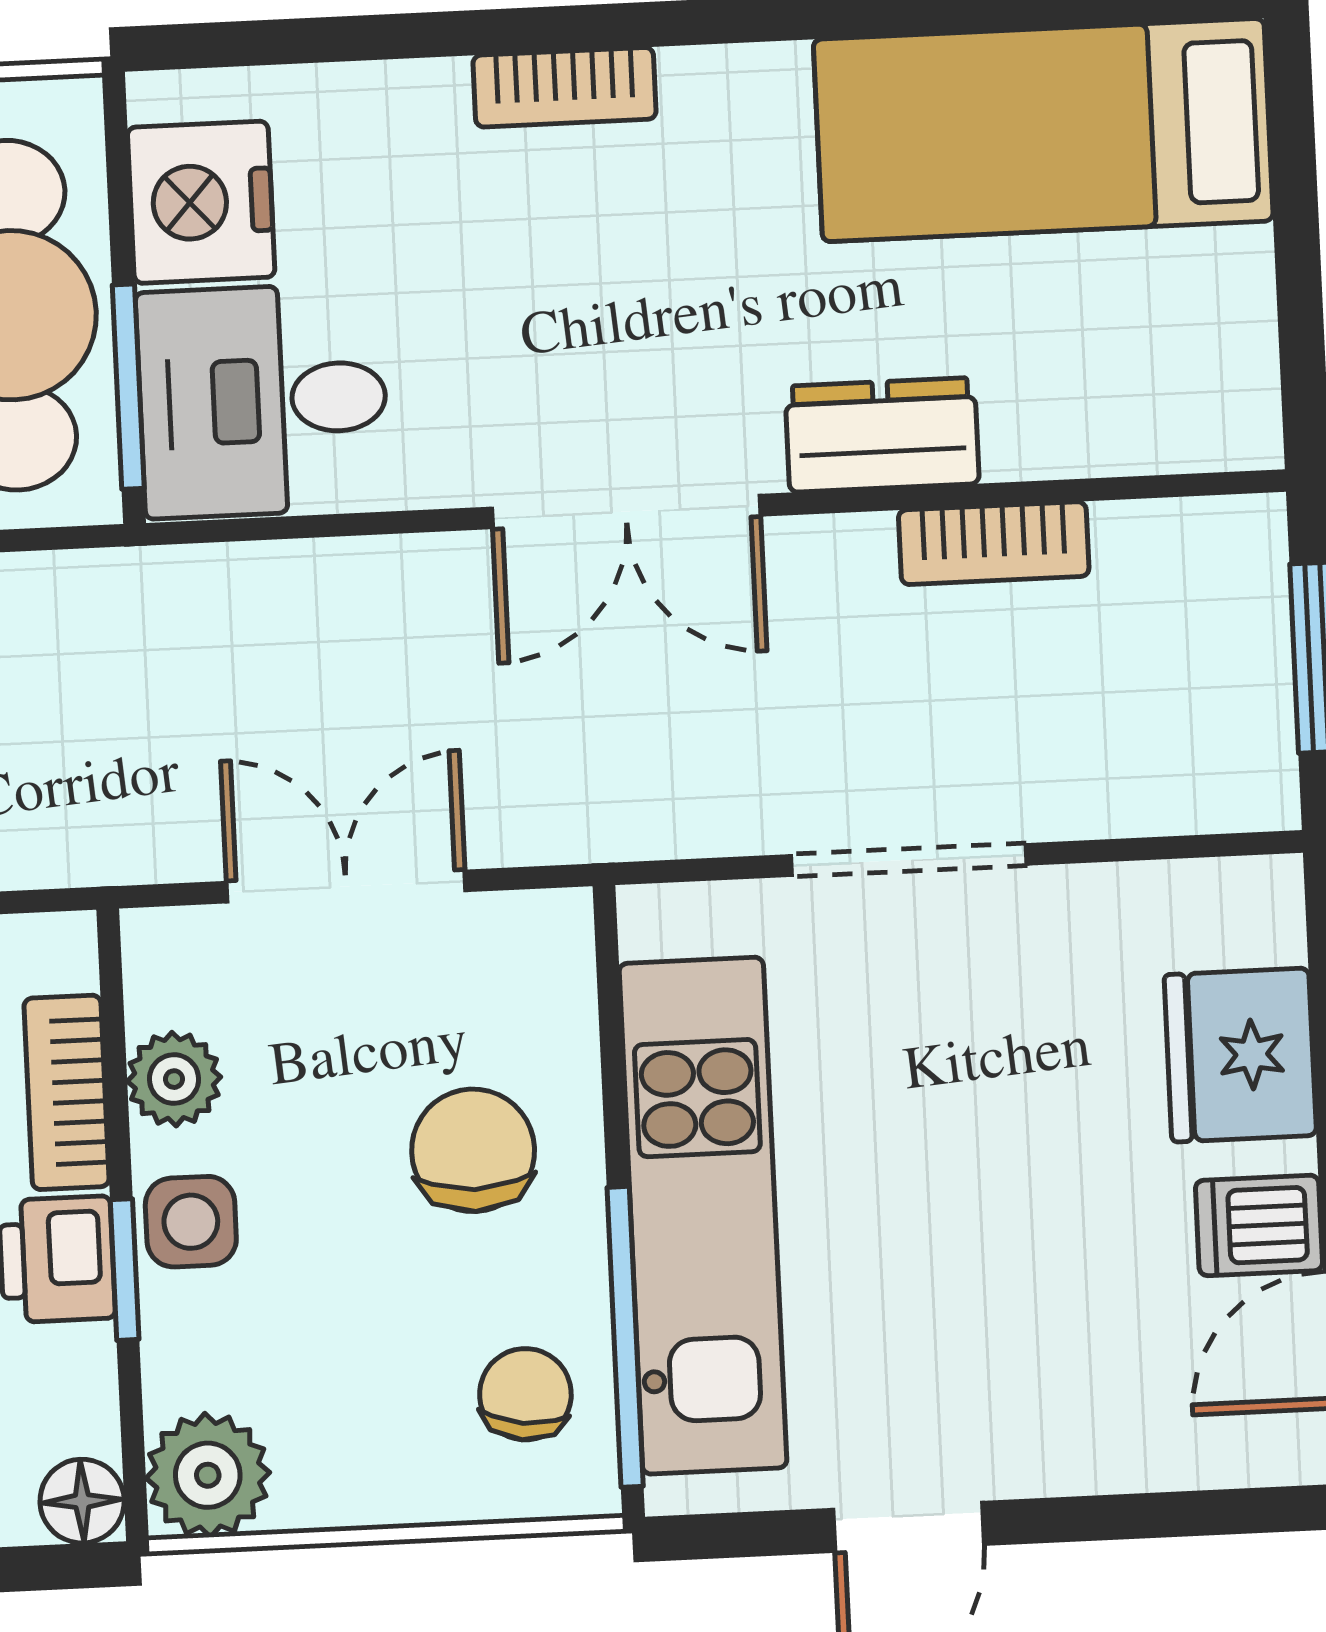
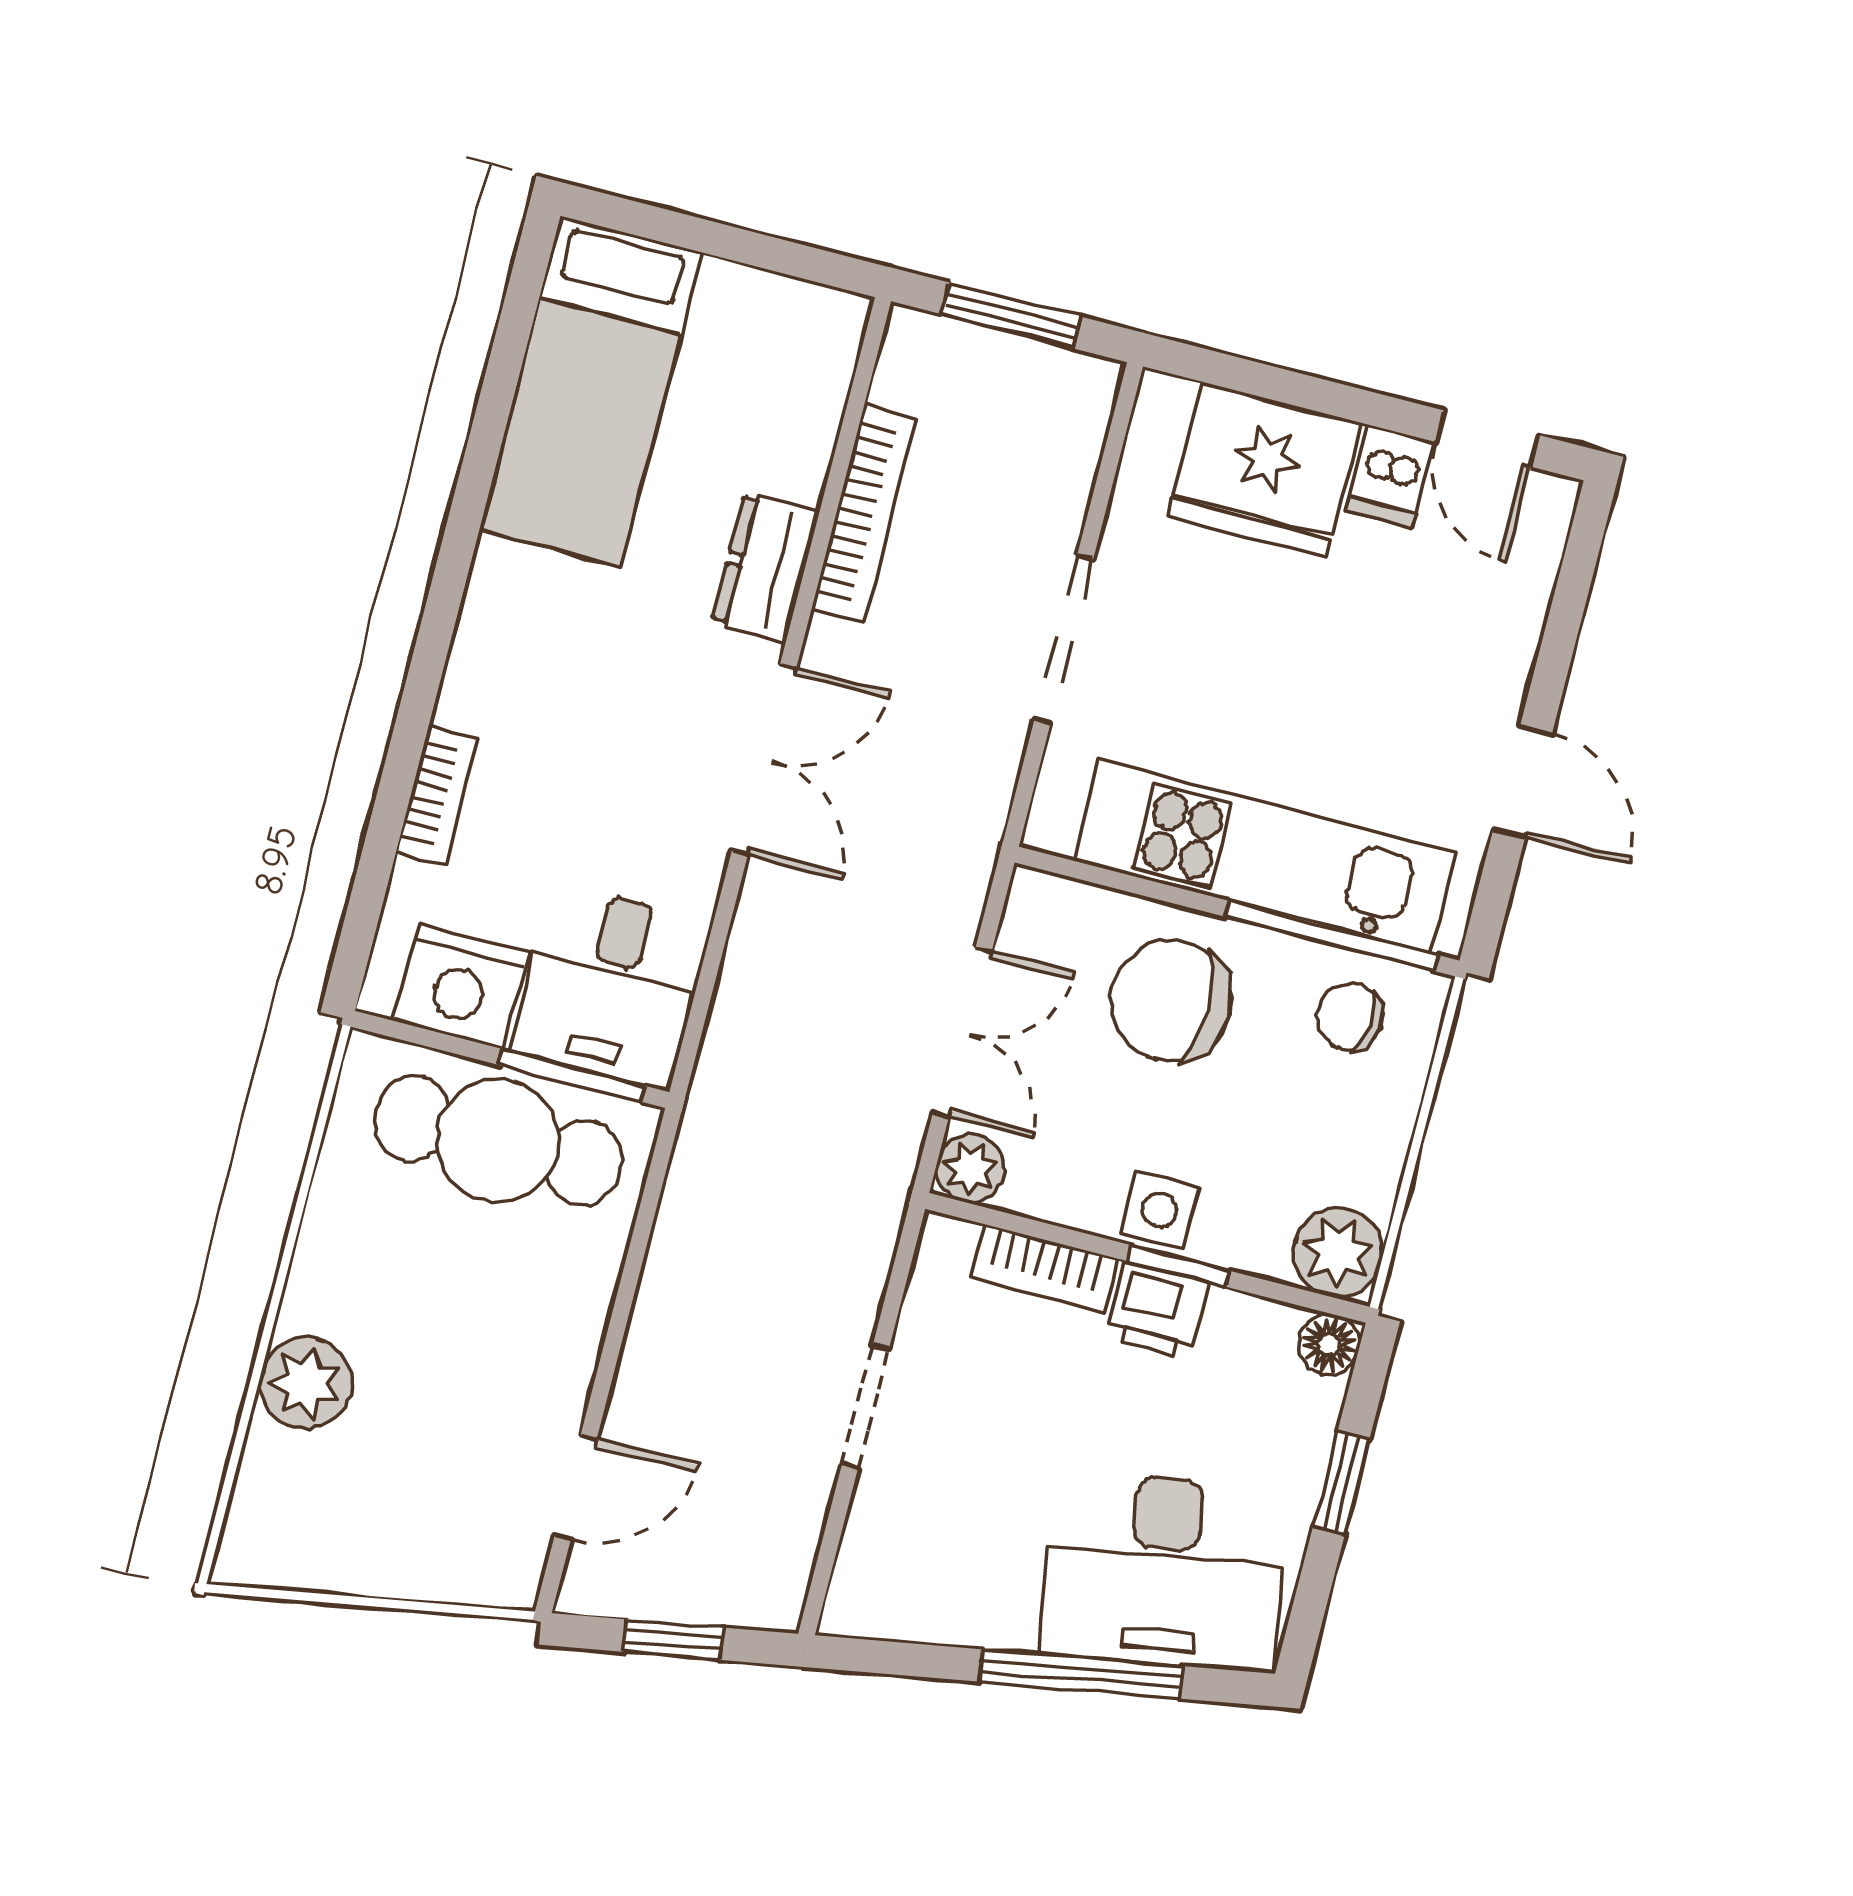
bookcase: (565, 87) -> (437, 795), moved
bookcase: (994, 543) -> (864, 513), width x1.56
double door: (346, 887) -> (962, 1032), swing flipped
fridge: (1240, 1055) -> (1264, 470), width x1.36, depth x1.34
plant: (174, 1079) -> (970, 1169), moved
chair: (473, 1150) -> (1171, 1001), width x1.37, depth x1.37

